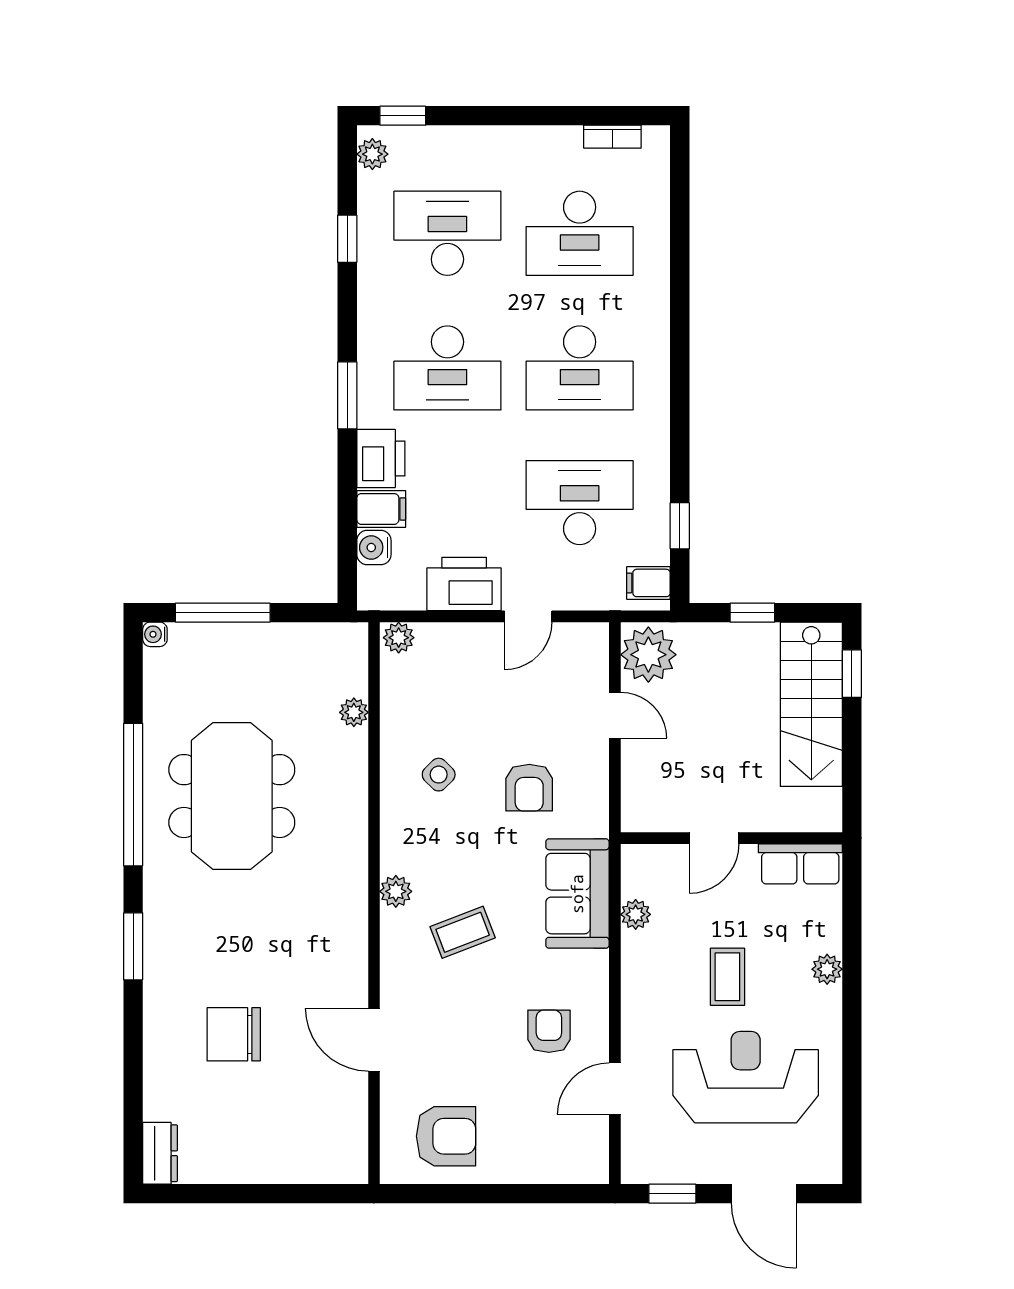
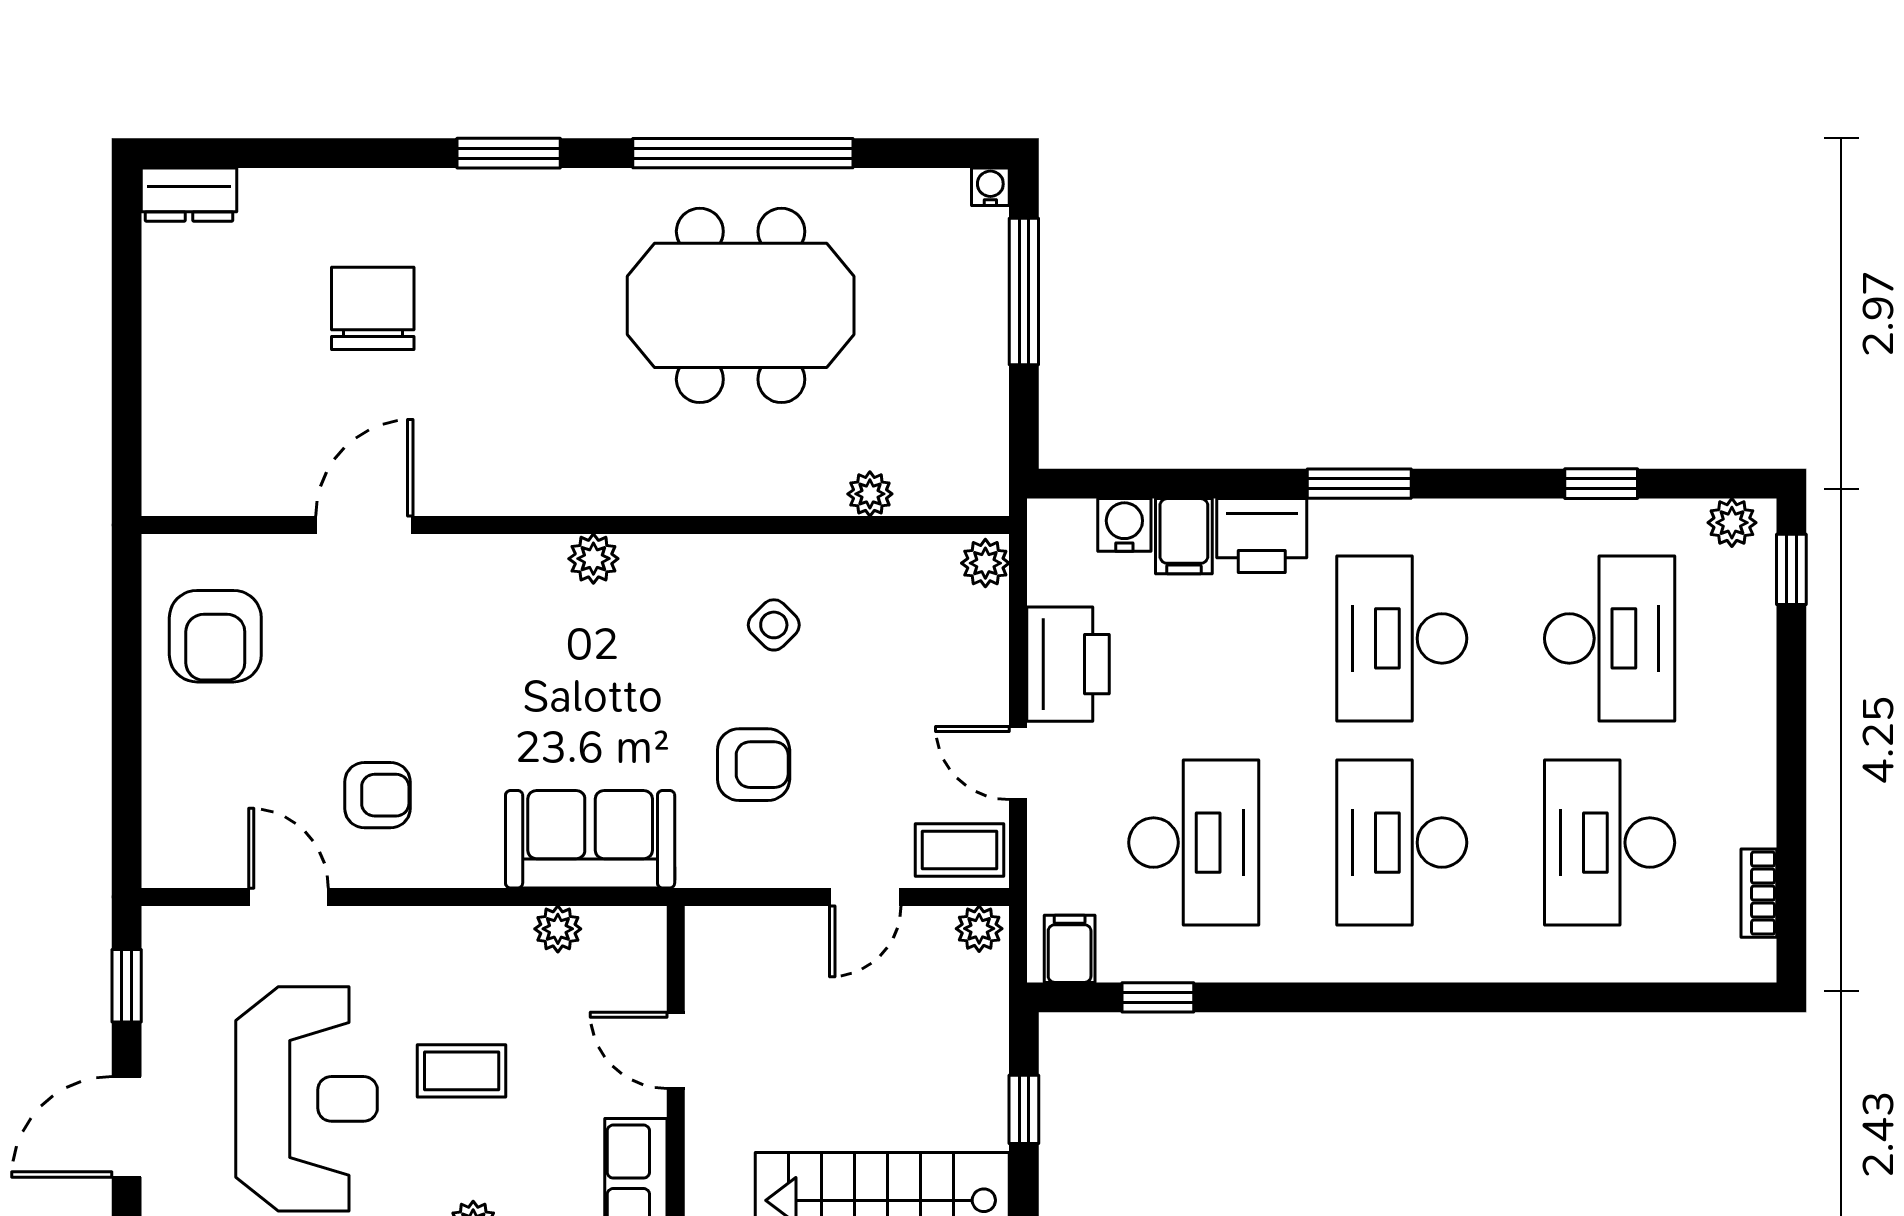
plant: (648, 655) -> (979, 929), width x0.53, depth x0.53
armchair: (529, 788) -> (754, 765), turned 180
coffee table: (463, 932) -> (960, 850), moved, turned -69

